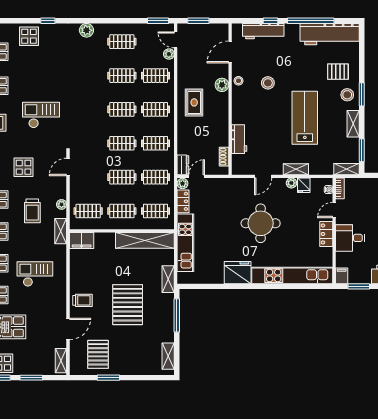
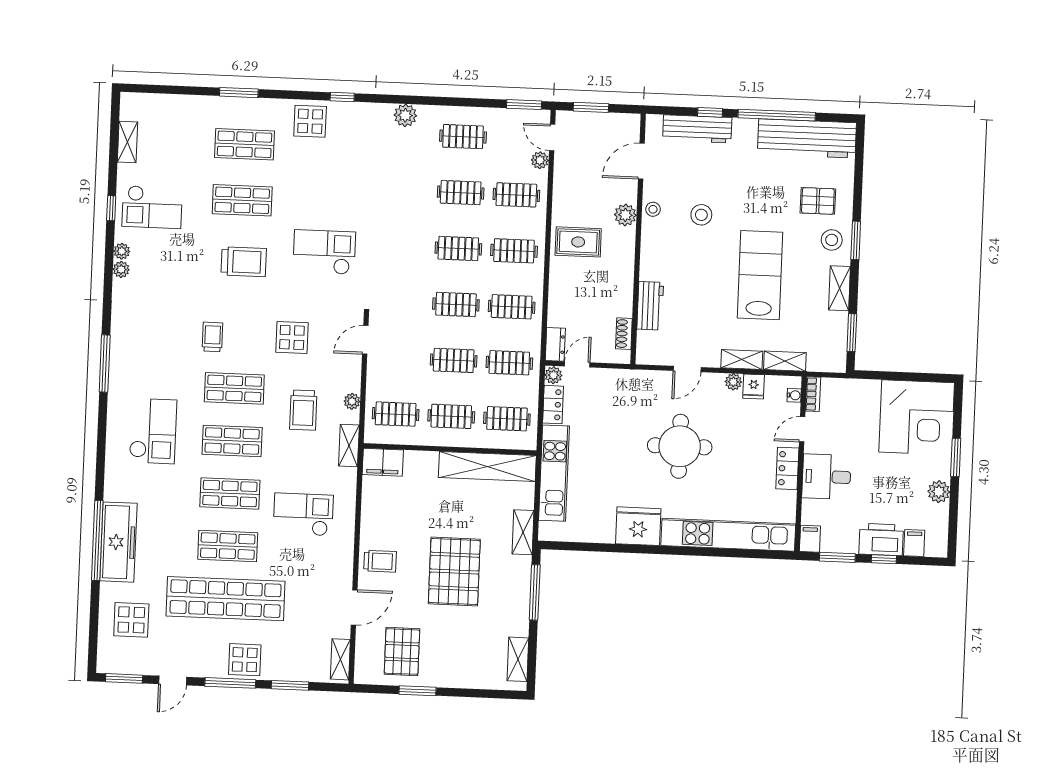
rug: (194, 102) -> (578, 242), turned 90
shelving: (347, 169) -> (785, 361), moved

